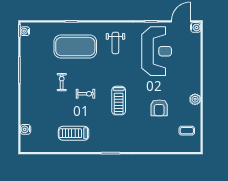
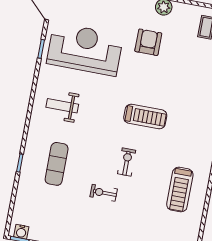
weight bench: (115, 43) -> (62, 106), turned 180
exercise mat: (75, 47) -> (57, 164), width x0.50, depth x0.69
armchair: (159, 108) -> (148, 42), moved, turned -90

